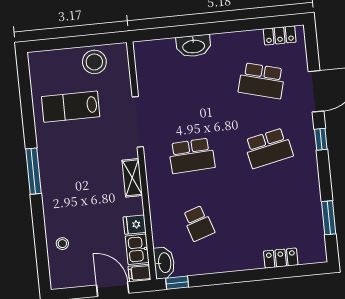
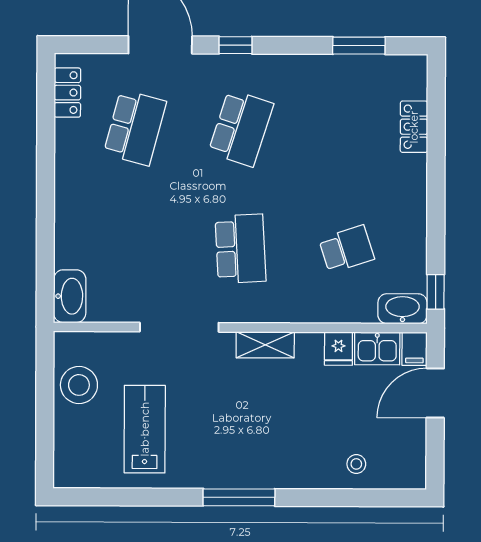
washbasin: (194, 46) -> (70, 296), moved
lab bench: (71, 107) -> (145, 429), turned 180
school desk: (268, 148) -> (241, 128), turned 30

